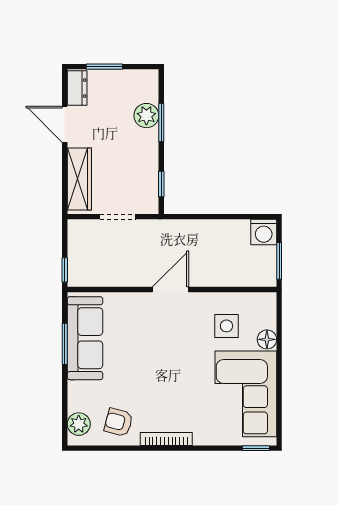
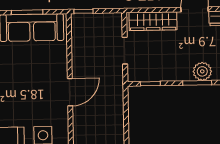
door: (171, 290) -> (70, 92), hinge flipped

